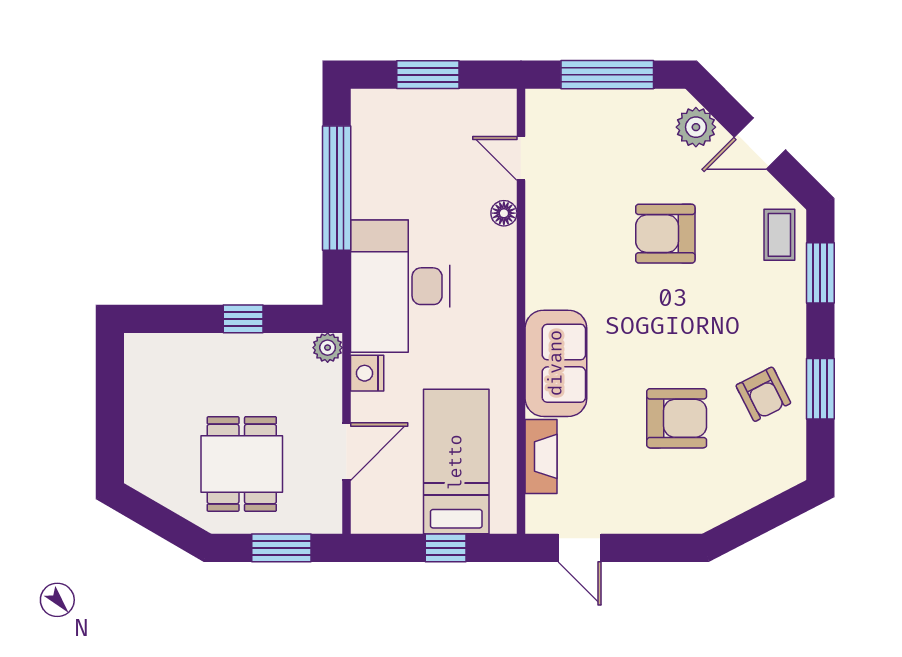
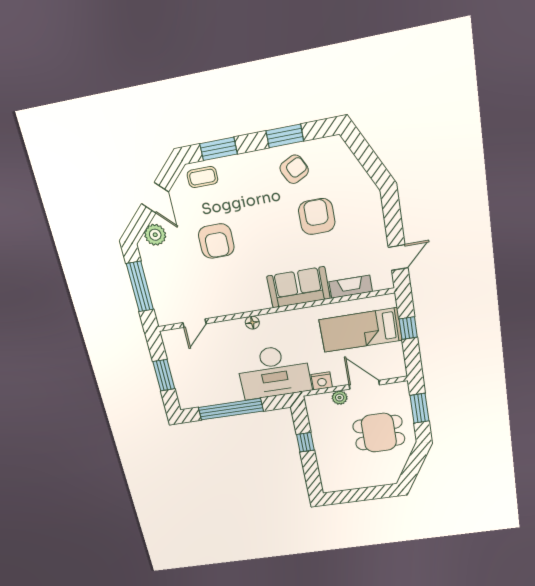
floor lamp: (504, 213) -> (252, 323), moved
plant: (328, 348) -> (340, 398), moved

